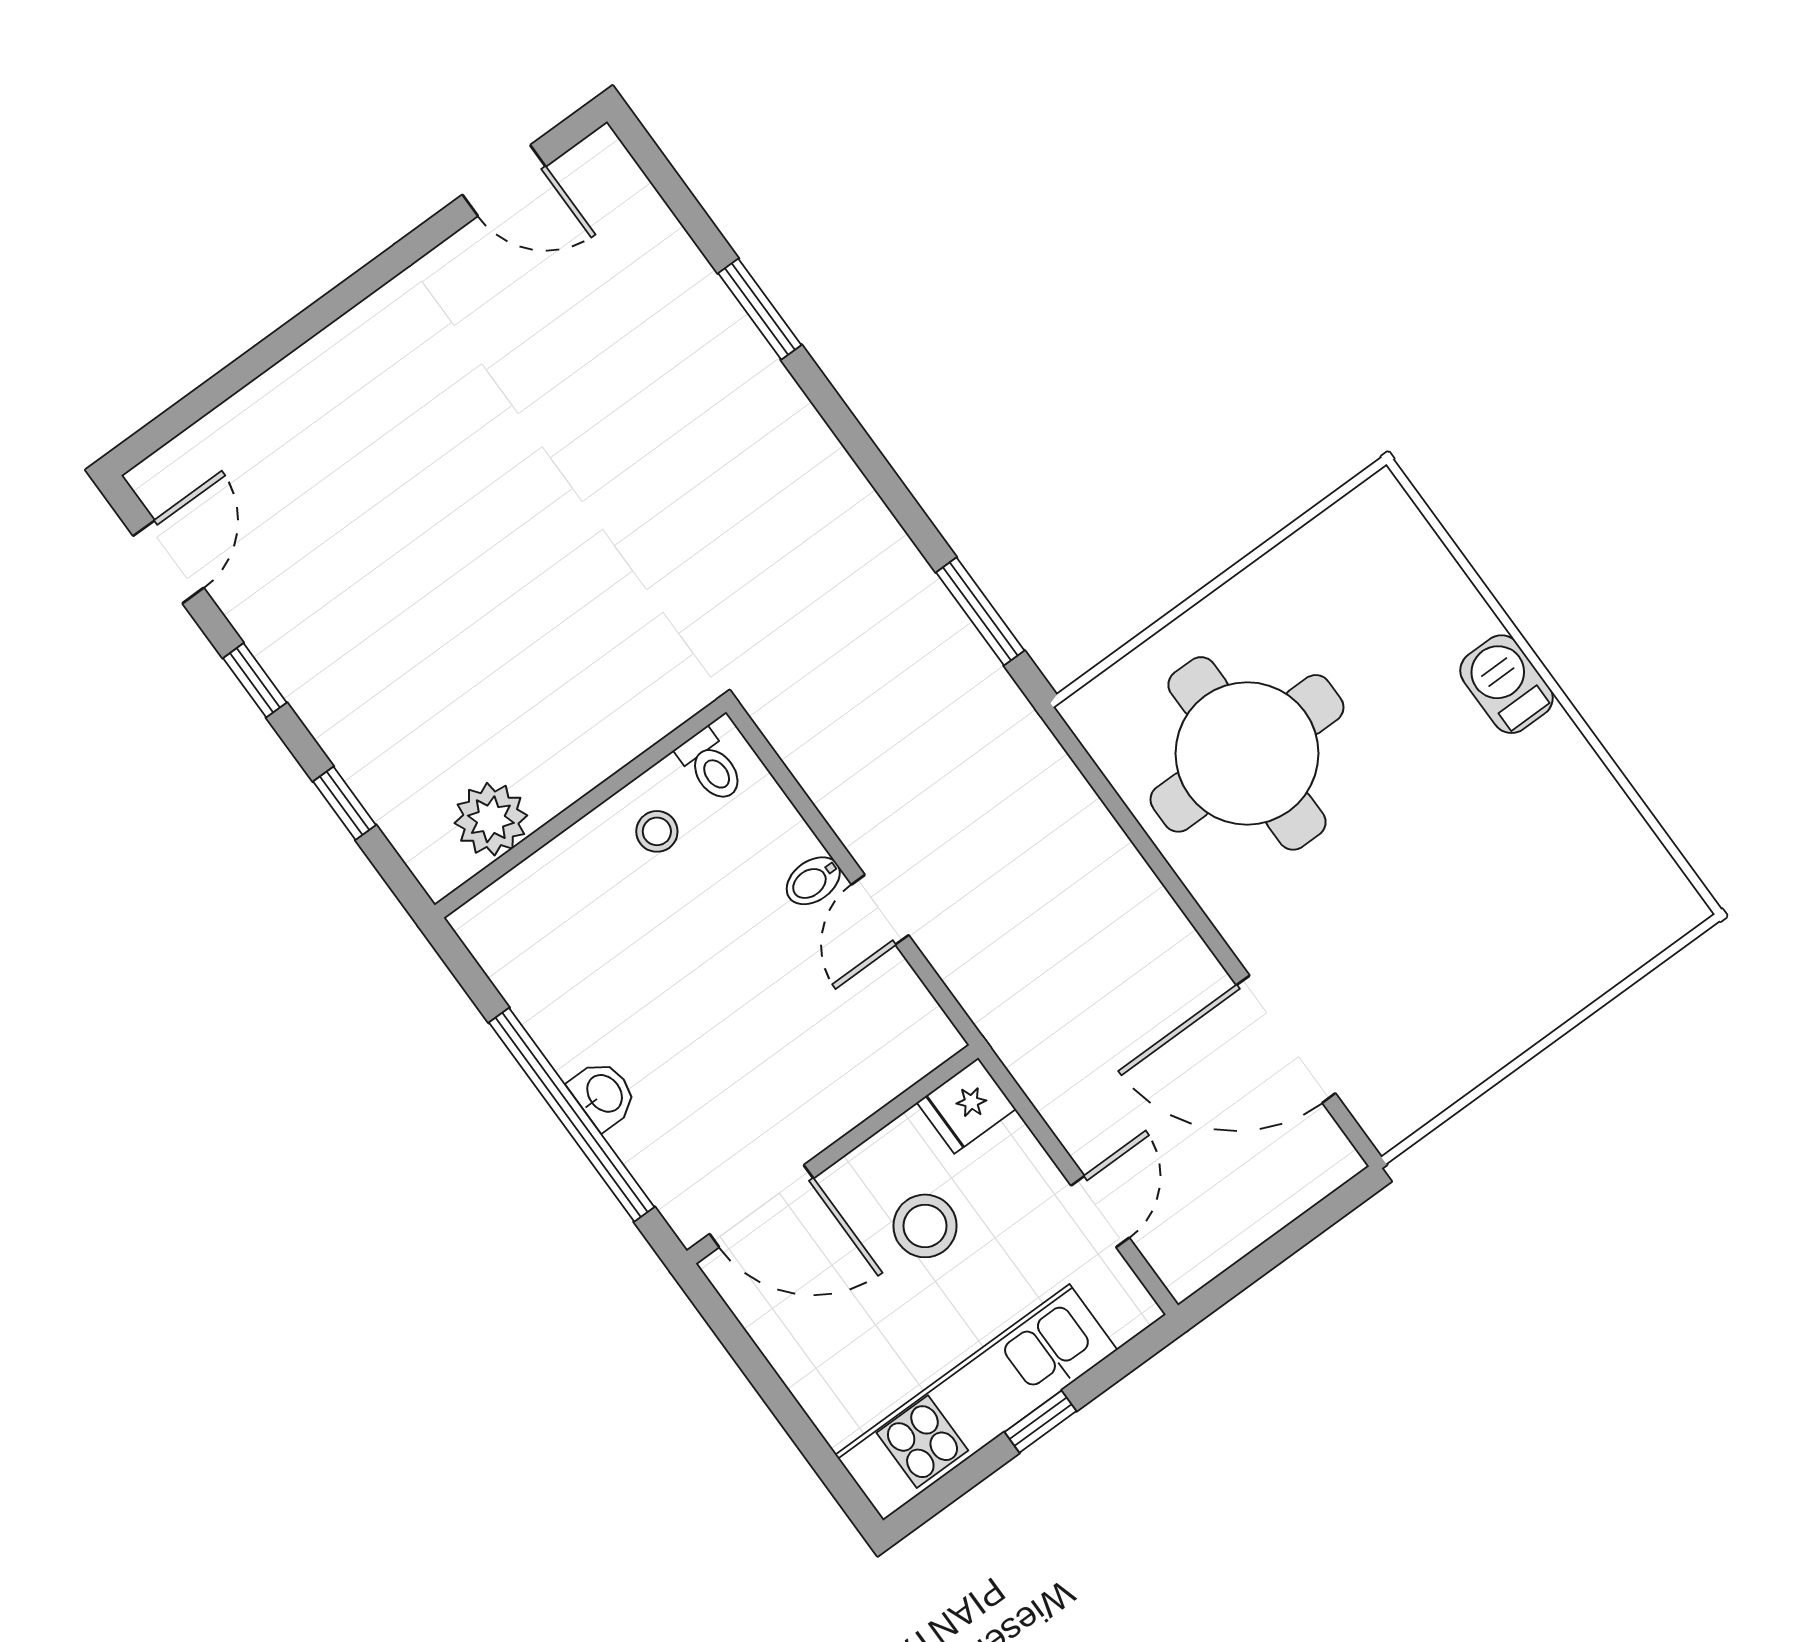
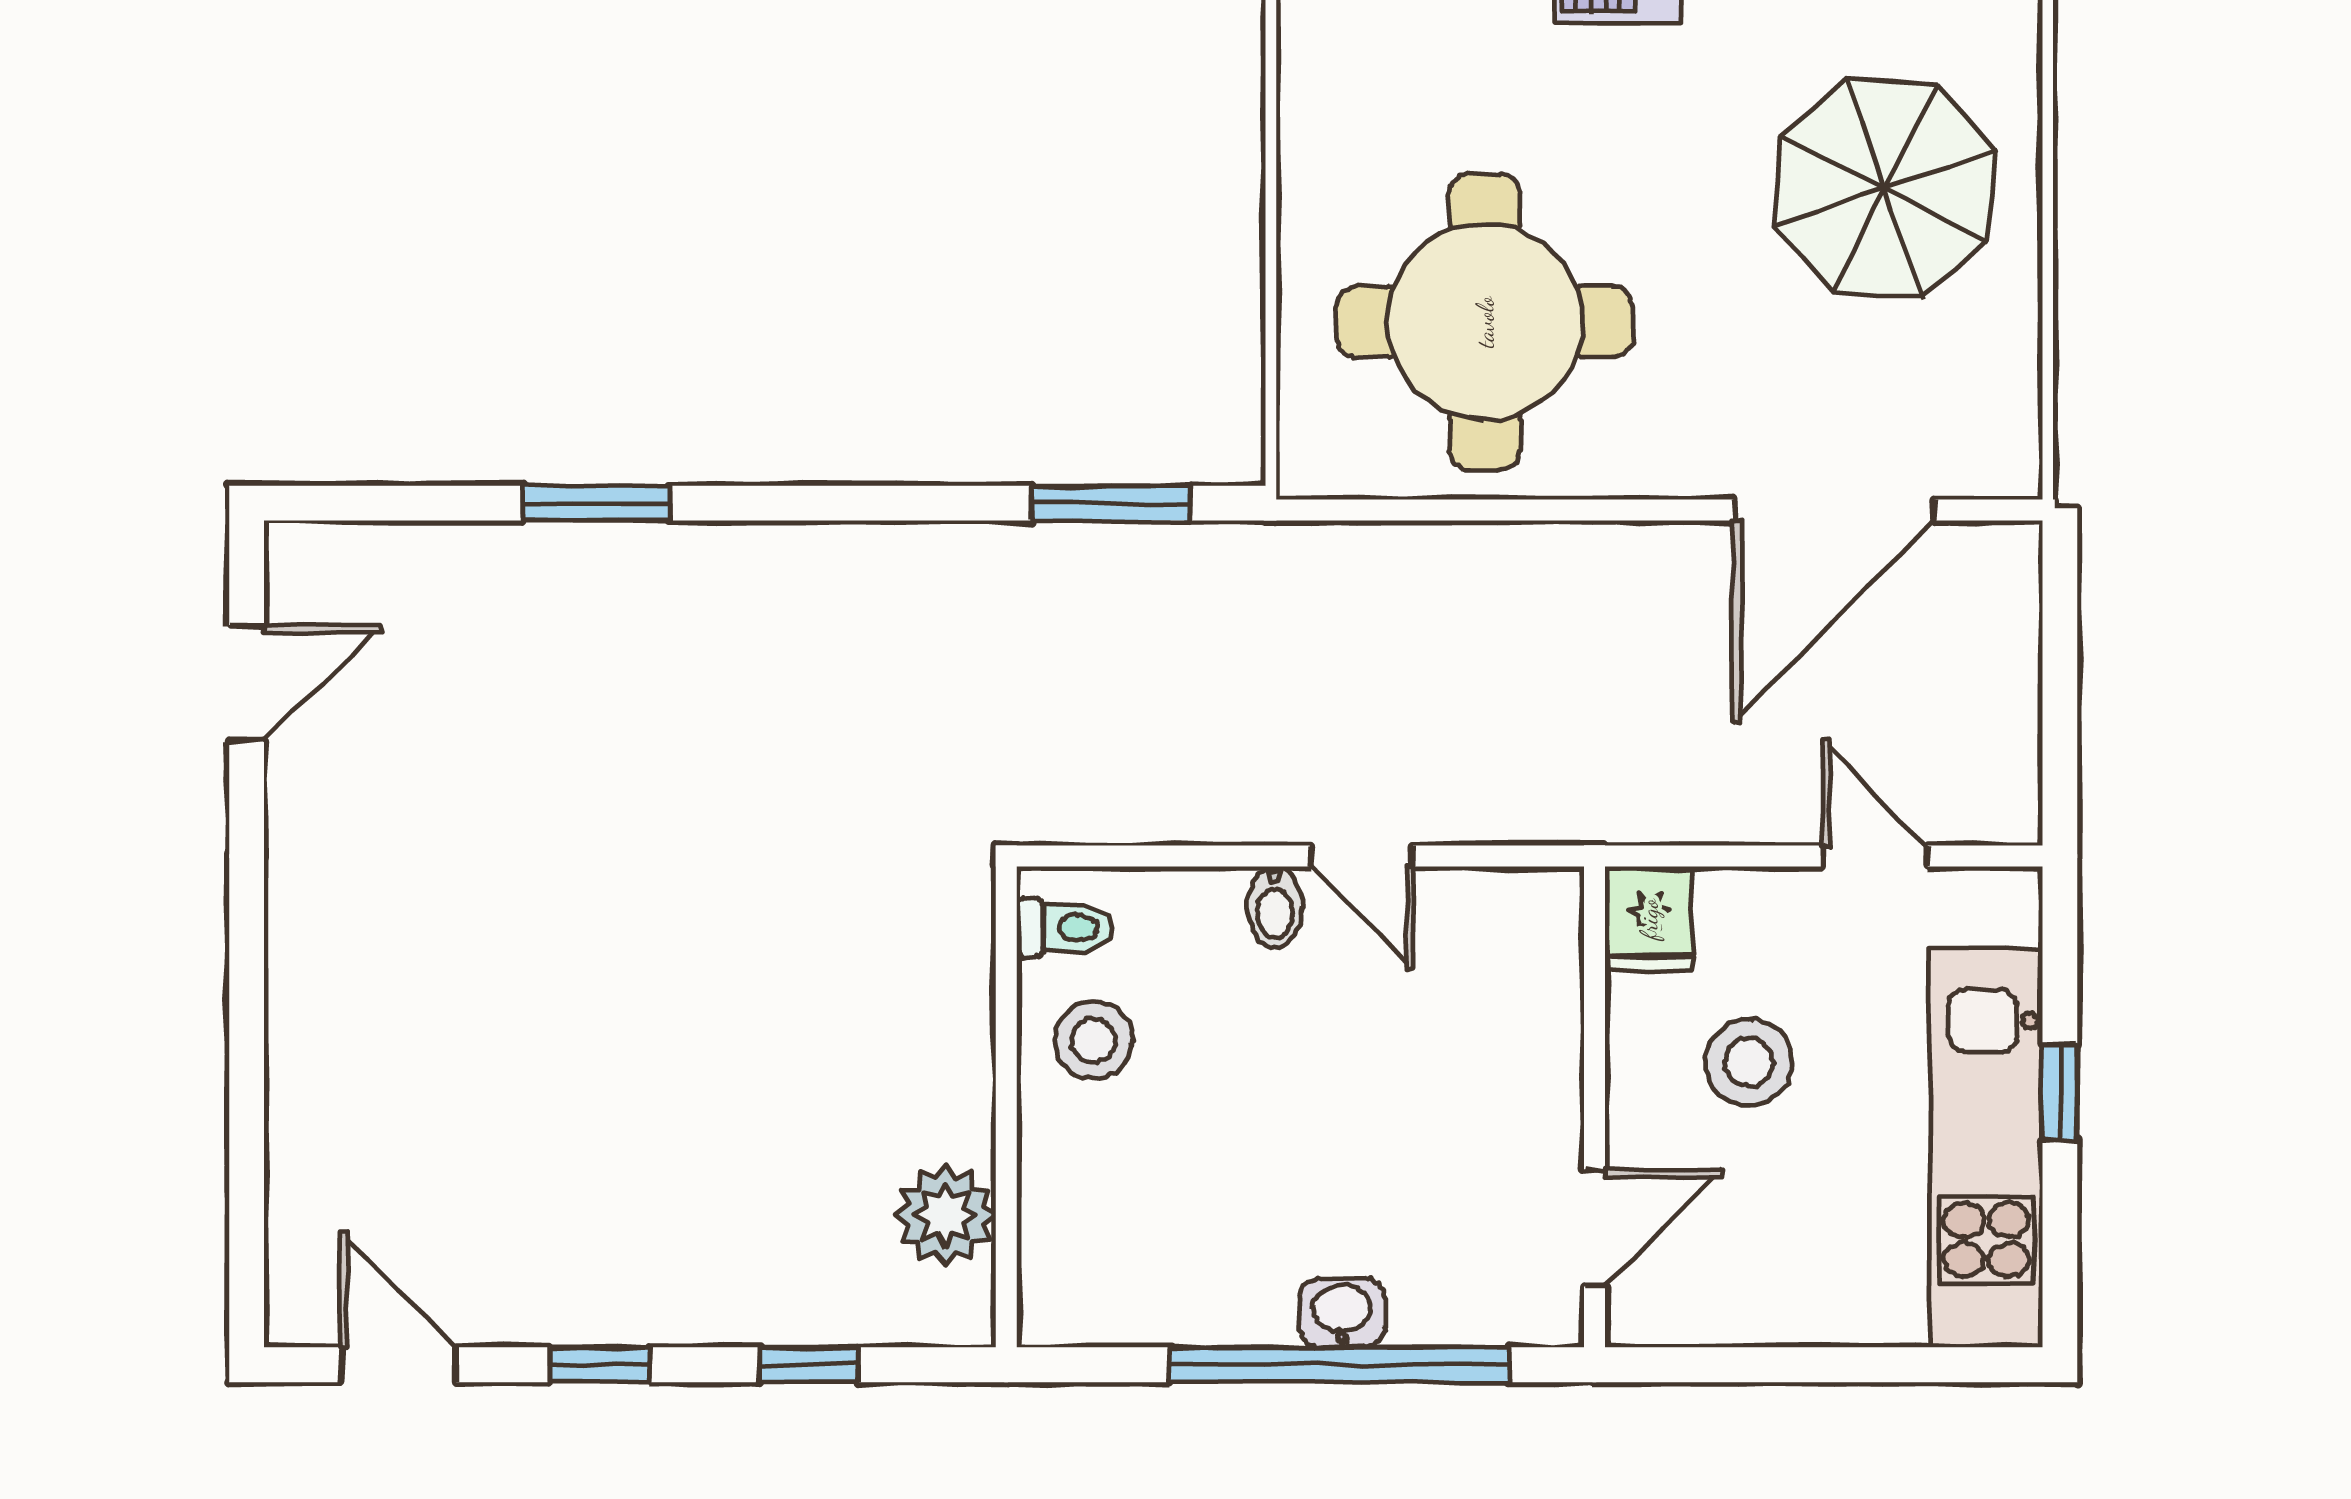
stool: (657, 831) -> (1093, 1040), width x1.37, depth x1.37
parasol: (1496, 931) -> (1885, 189), added
door: (761, 1206) -> (1594, 1228), width x0.73

